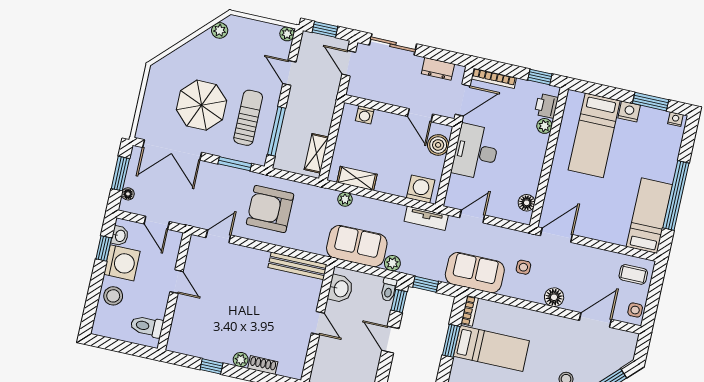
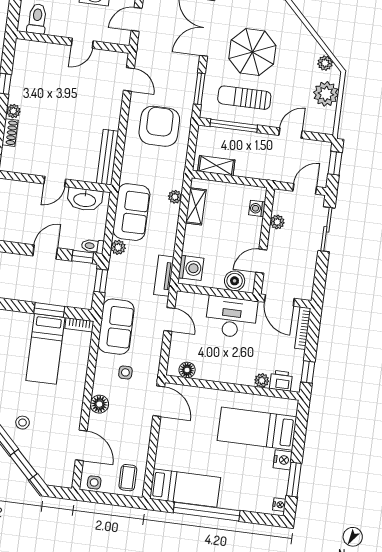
plant: (287, 34) -> (326, 94), moved, width x1.88, depth x1.88
dresser: (438, 69) -> (307, 274), removed
plant: (381, 95) -> (277, 222), added
sun lounger: (248, 118) -> (244, 98), turned 180
washbasin: (340, 289) -> (85, 199), width x1.38

